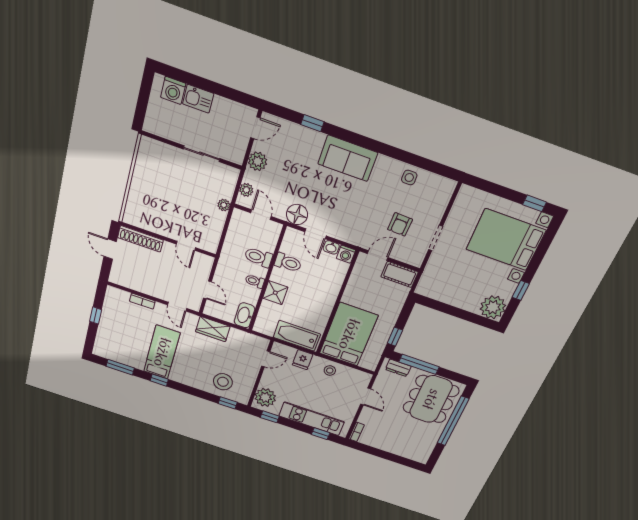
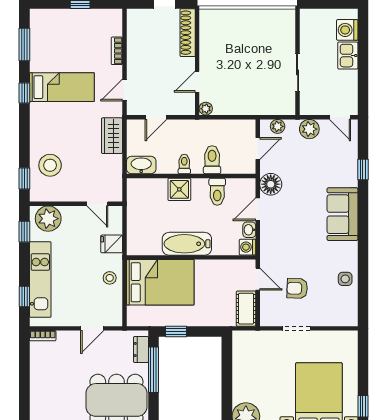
plant: (224, 205) -> (206, 109), moved
bathtub: (297, 336) -> (187, 244), moved, turned -90

